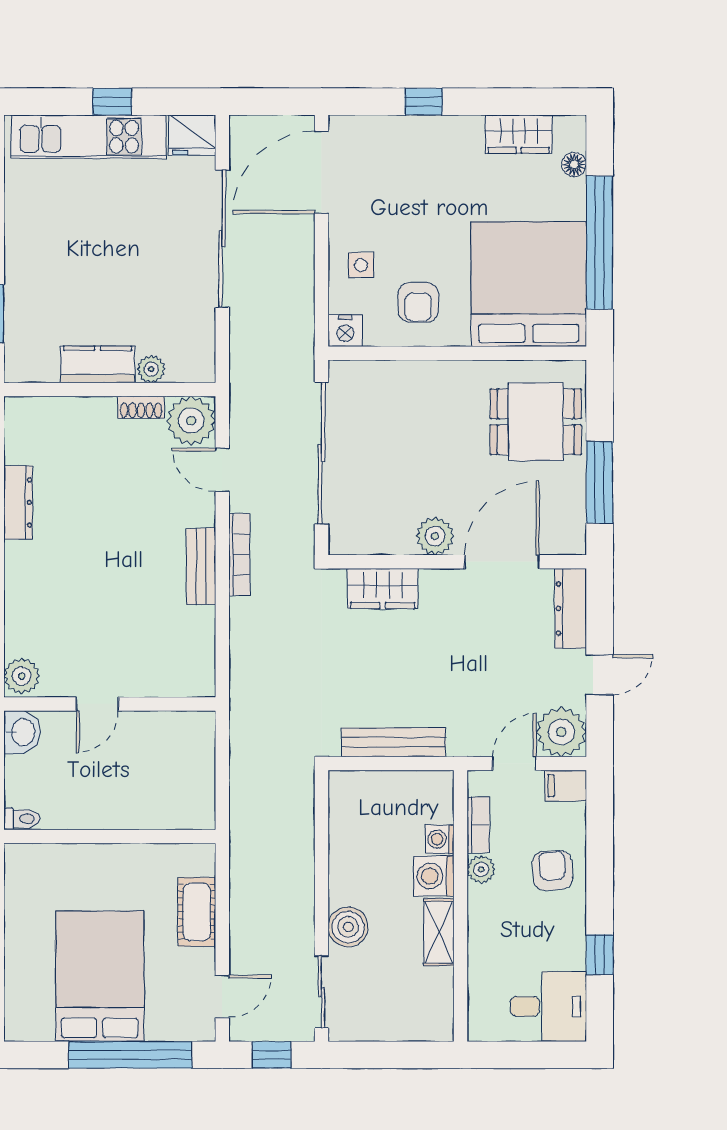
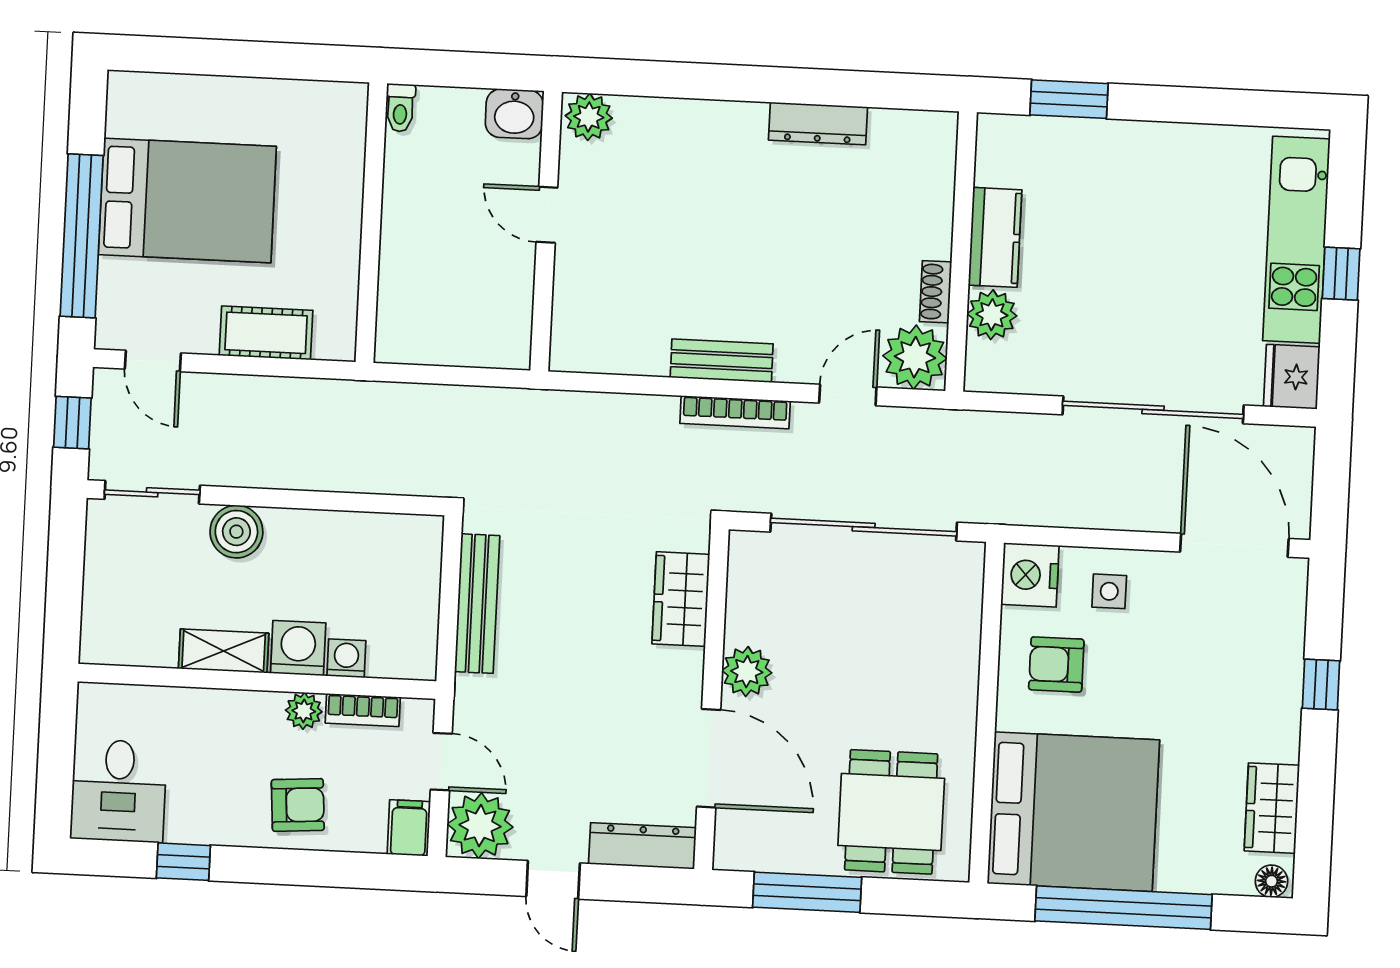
floor lamp: (574, 164) -> (1271, 881), moved
nightstand: (345, 331) -> (1030, 575), width x1.36, depth x1.33
plant: (151, 369) -> (992, 315), width x1.38, depth x1.38

